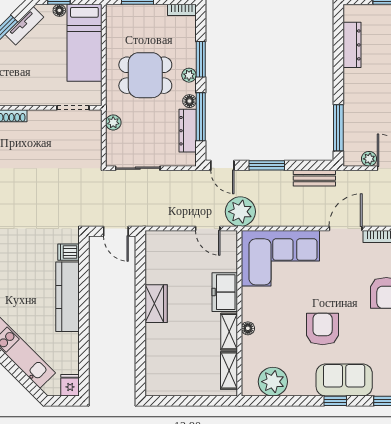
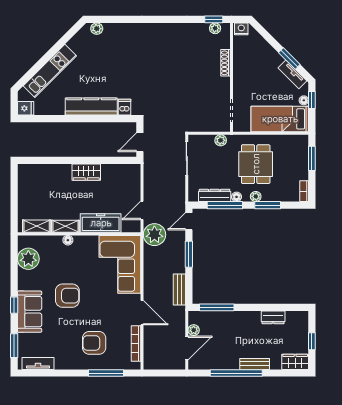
dresser: (352, 45) -> (273, 317), width x0.70
freezer: (225, 292) -> (101, 223), width x1.40

